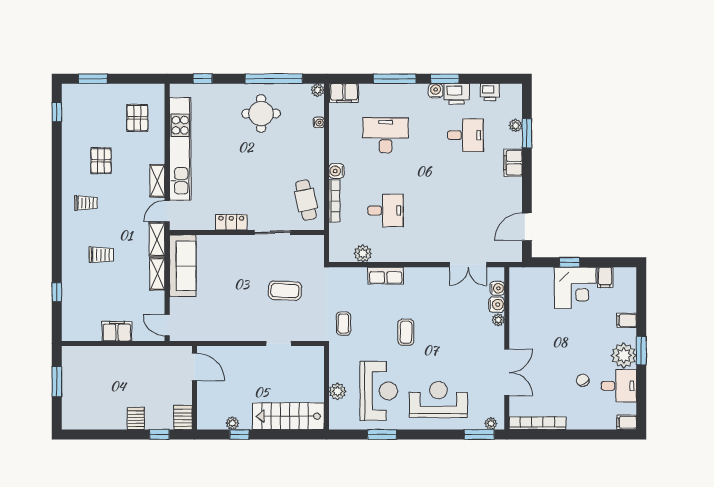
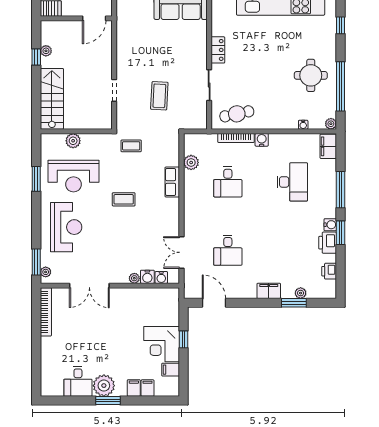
desk: (465, 135) -> (228, 250), moved
chair: (583, 380) -> (83, 351), removed
filing cabinet: (627, 422) -> (148, 388), moved

